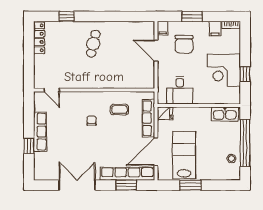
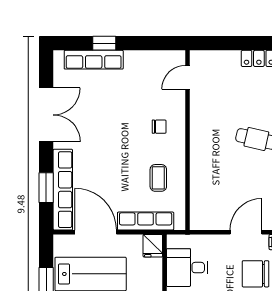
chair: (92, 121) -> (159, 127), moved
row of seats: (40, 132) -> (94, 60), moved

